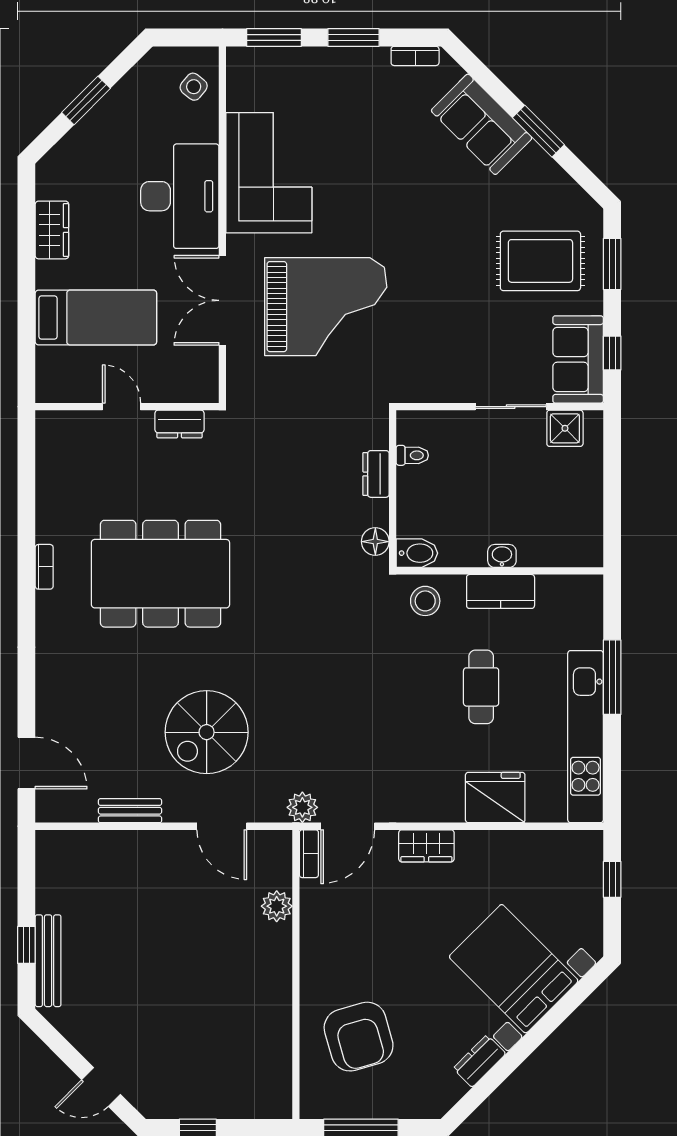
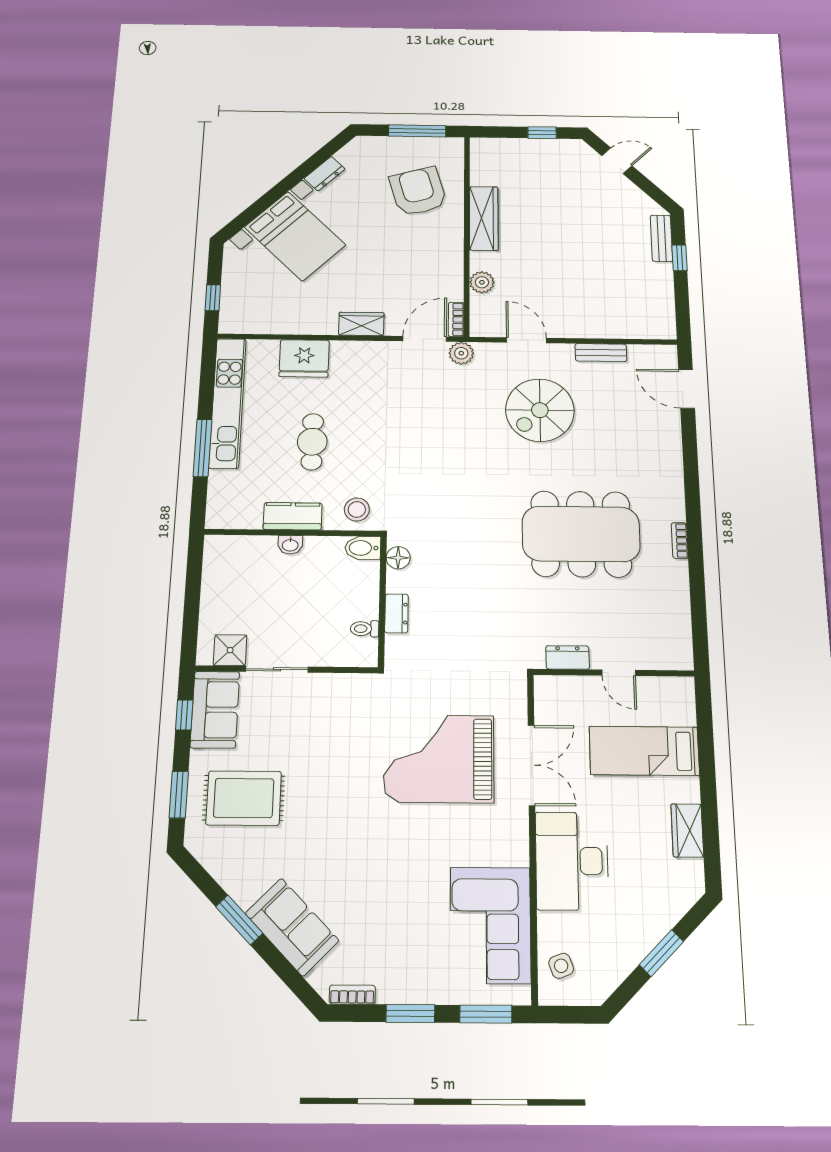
side table: (194, 87) -> (561, 966), turned 31
corner sofa: (269, 173) -> (490, 925), moved
spiral stairs: (207, 732) -> (540, 410), turned 180
bench: (48, 961) -> (662, 238), width x0.73
wardrobe: (274, 998) -> (484, 218), added

